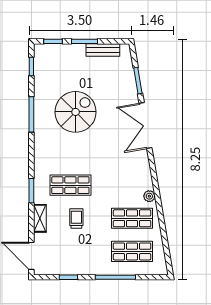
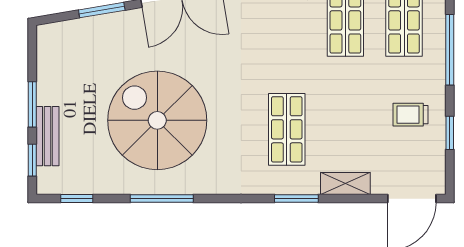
bench: (103, 50) -> (47, 136), moved
spiral stairs: (76, 112) -> (157, 120), width x1.37, depth x1.37
trolley: (76, 219) -> (410, 115), moved

